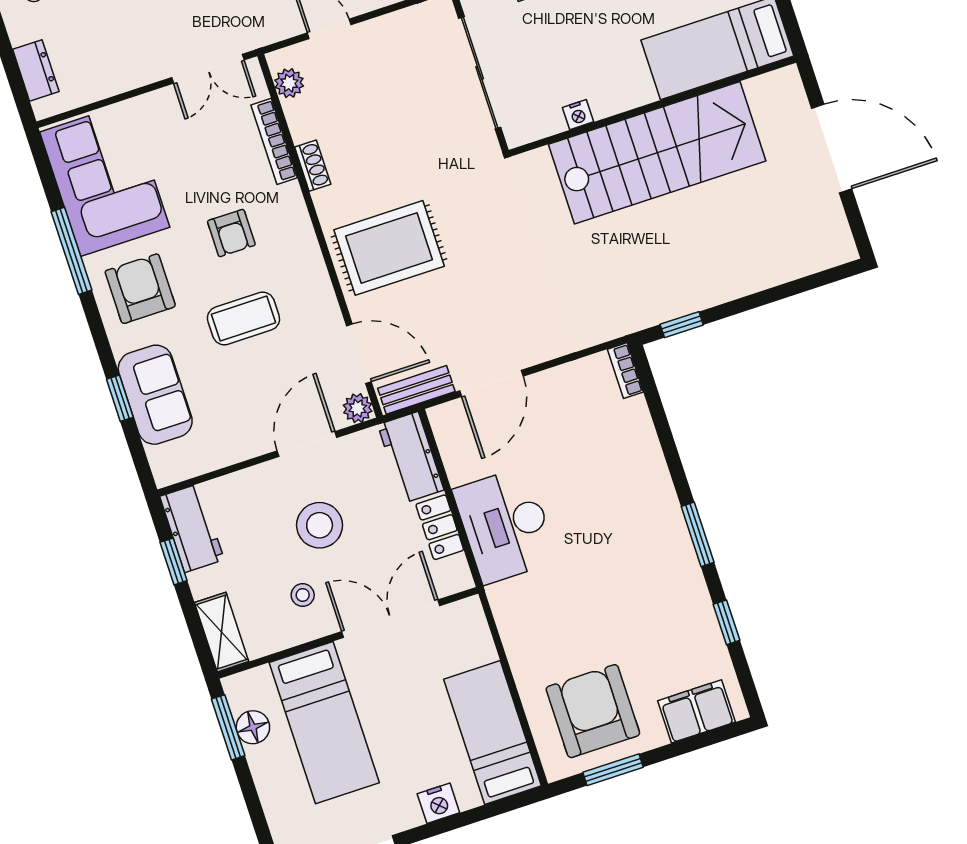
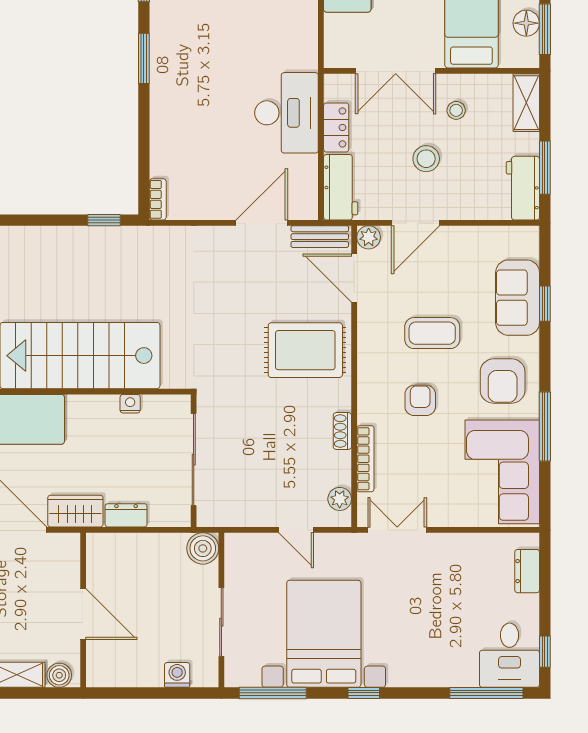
stool: (320, 525) -> (426, 159), width x0.73, depth x0.73
window: (174, 561) -> (545, 168), width x1.50

